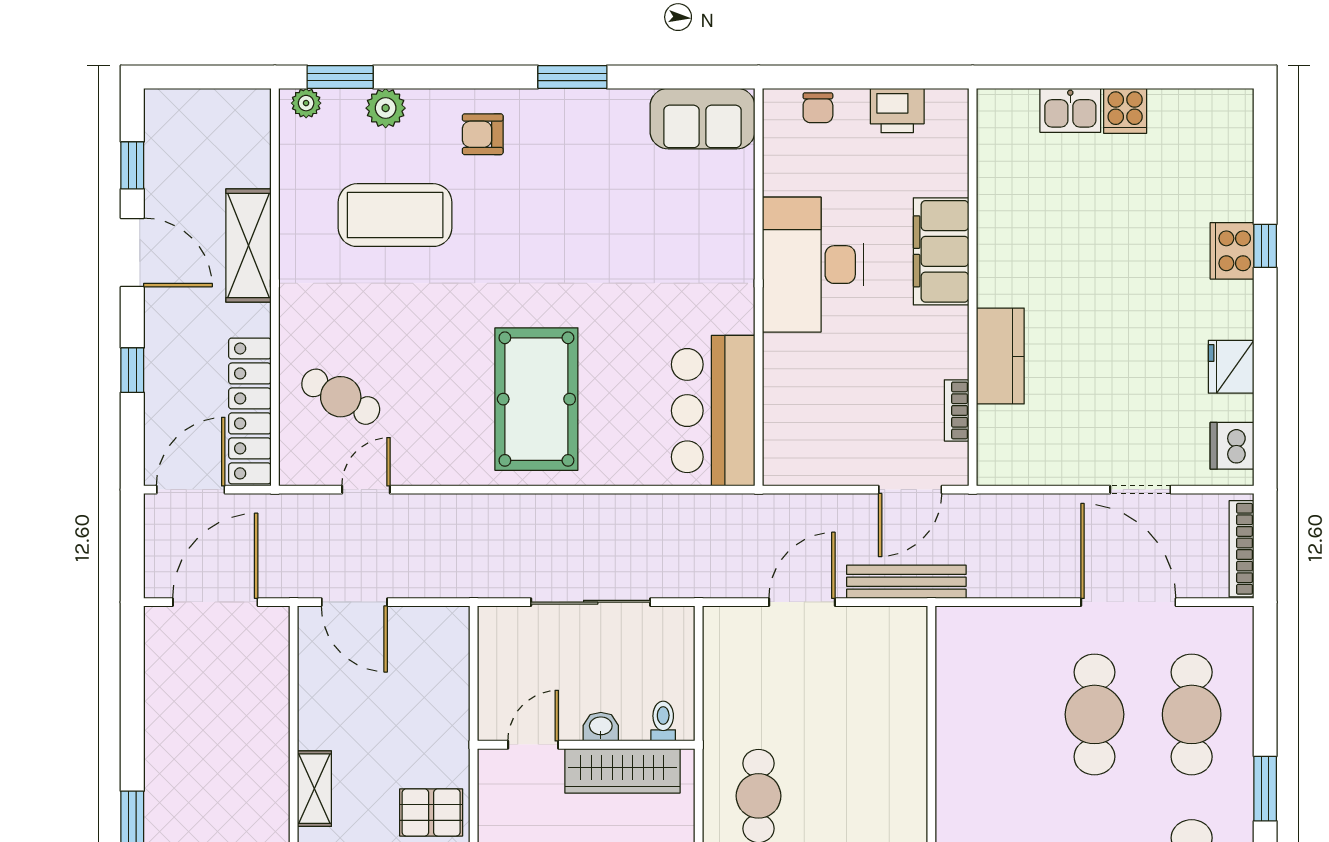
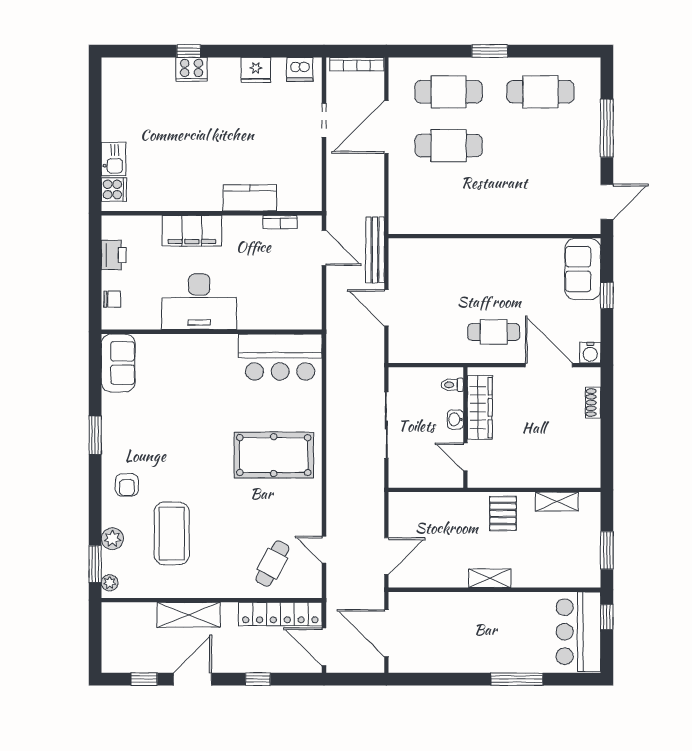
cooker: (1125, 111) -> (114, 189), moved

